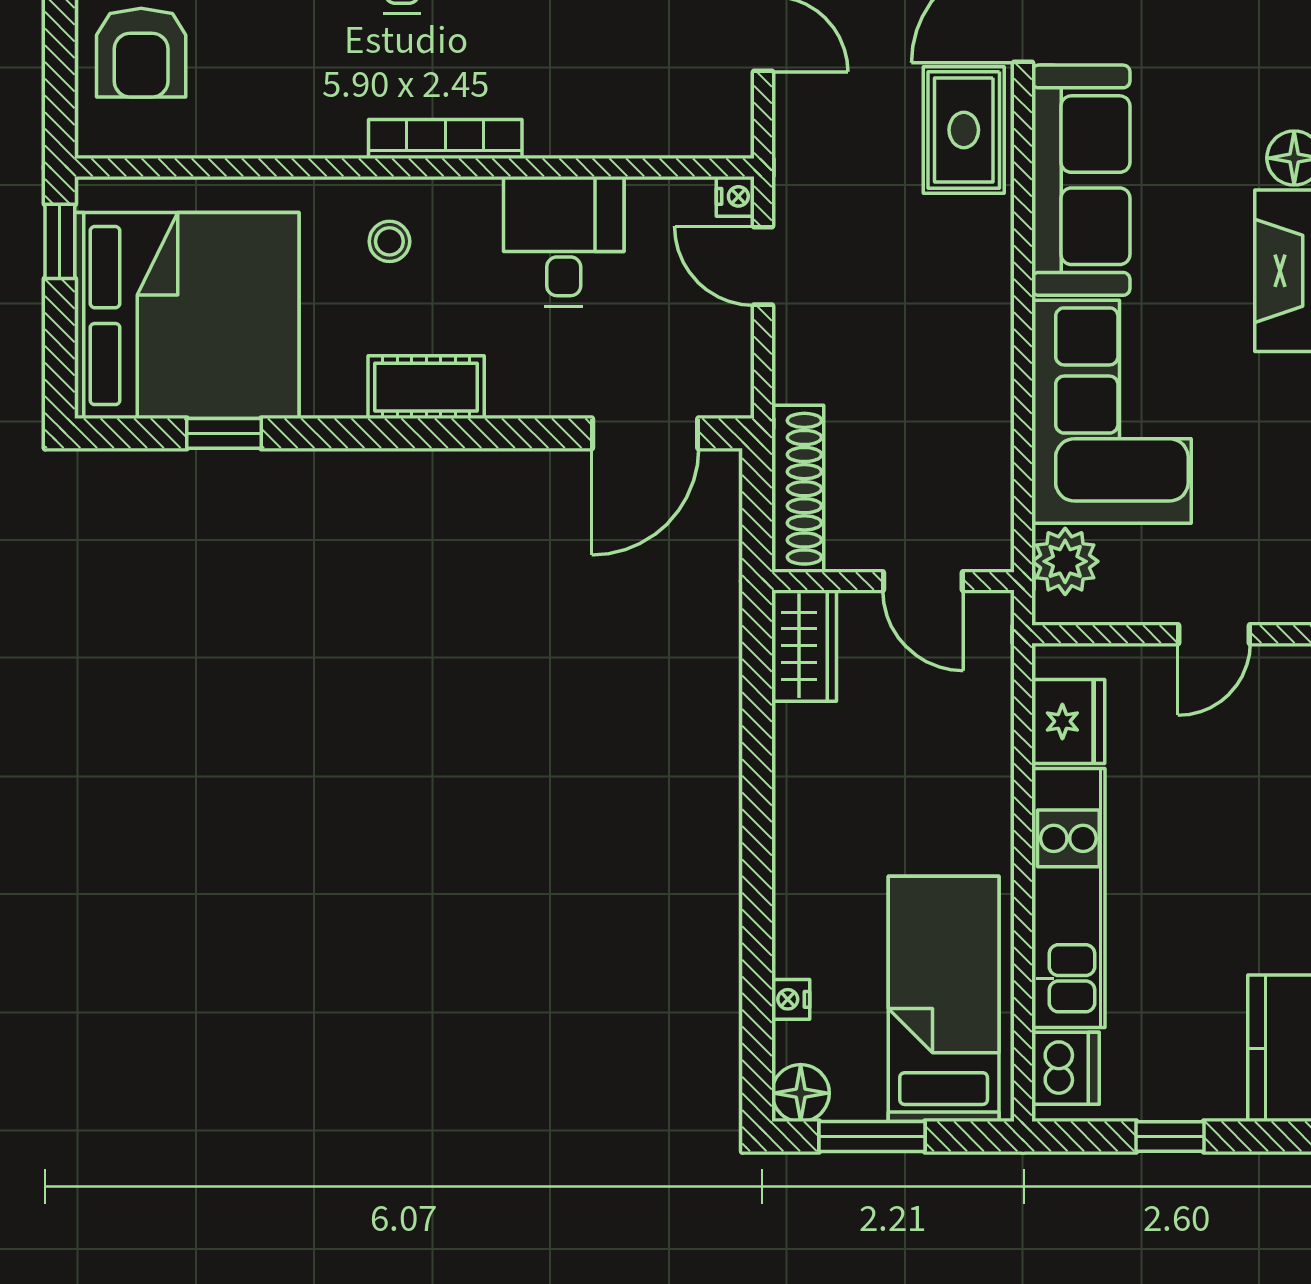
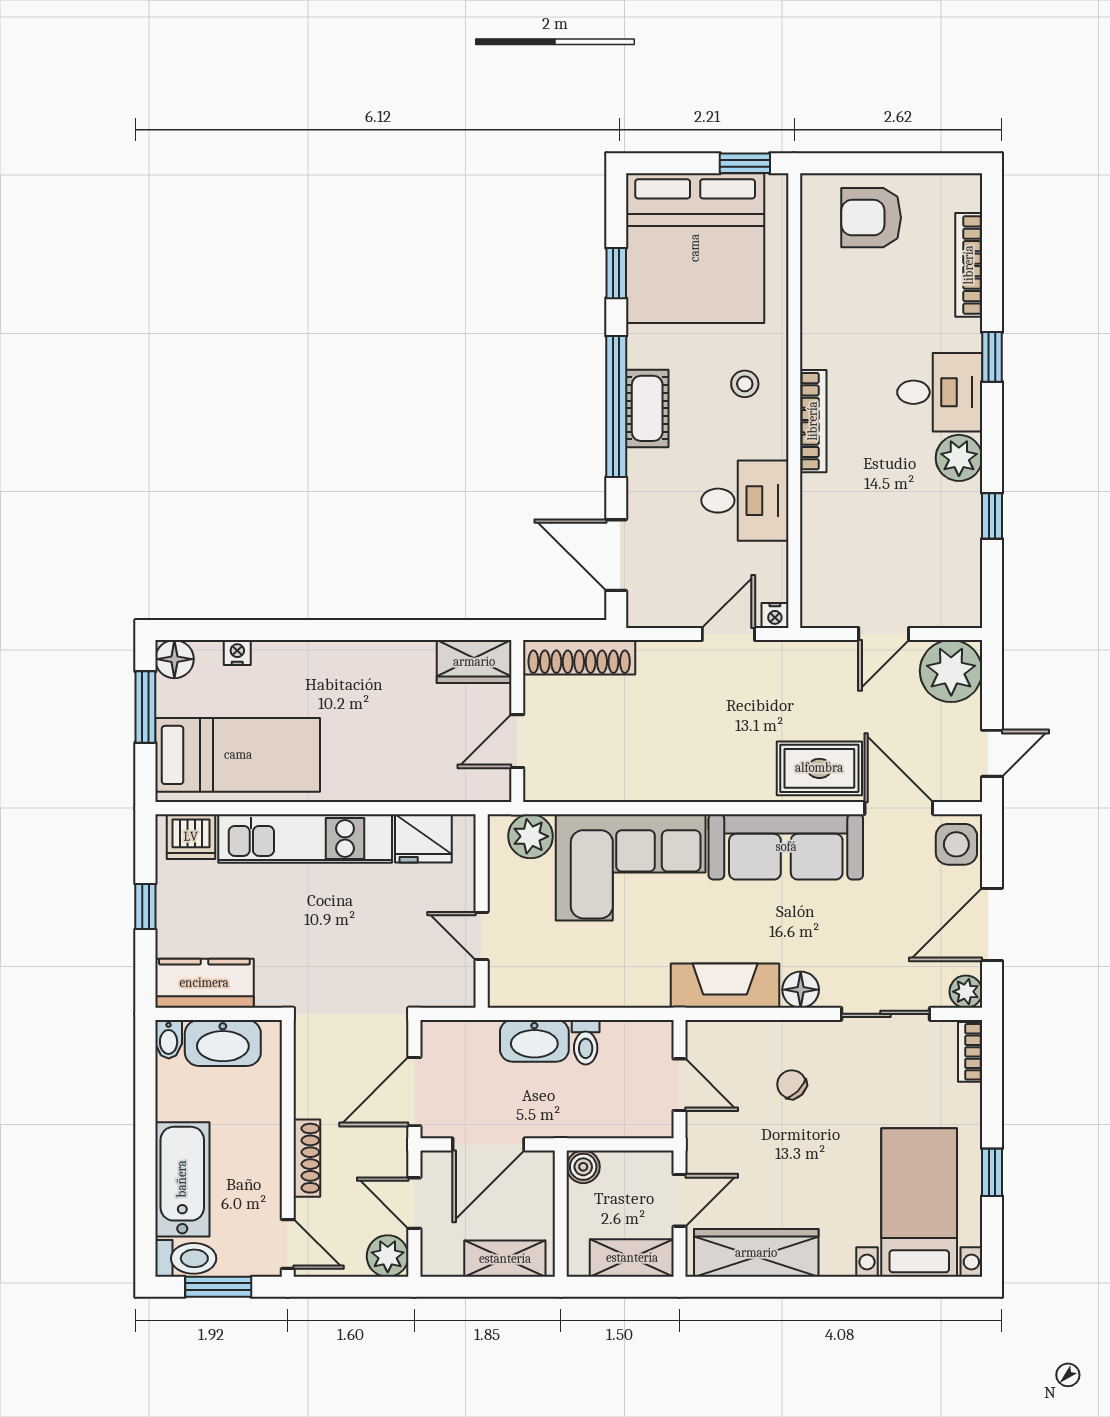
window: (423, 433) -> (616, 407), added

